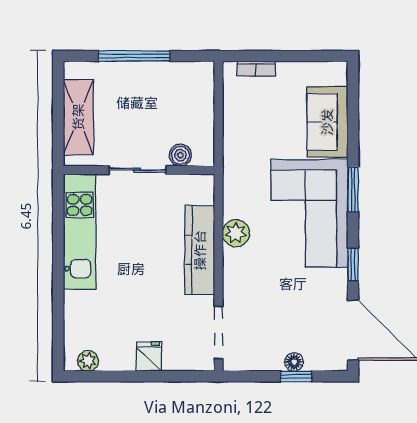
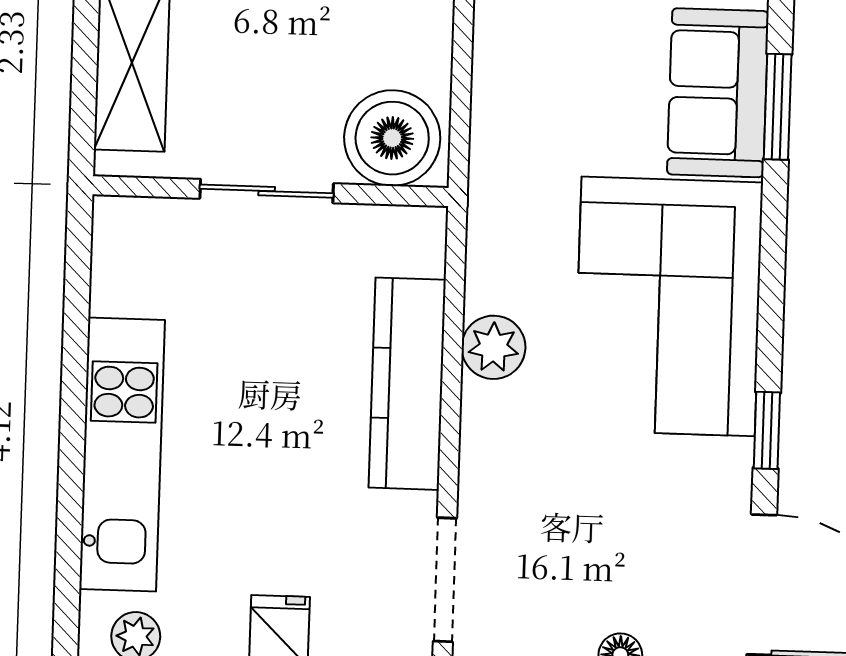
boiler: (180, 155) -> (392, 138), width x1.86, depth x1.86
window: (353, 189) -> (778, 107), moved
kitchen unit: (80, 232) -> (122, 455), moved

